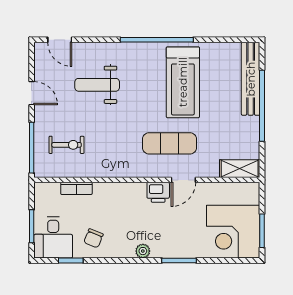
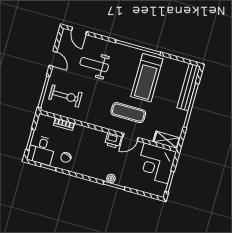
exercise bike: (67, 145) -> (65, 96), width x1.38, depth x1.39
corner desk: (233, 232) -> (156, 163), moved
plant: (143, 251) -> (111, 178), moved

